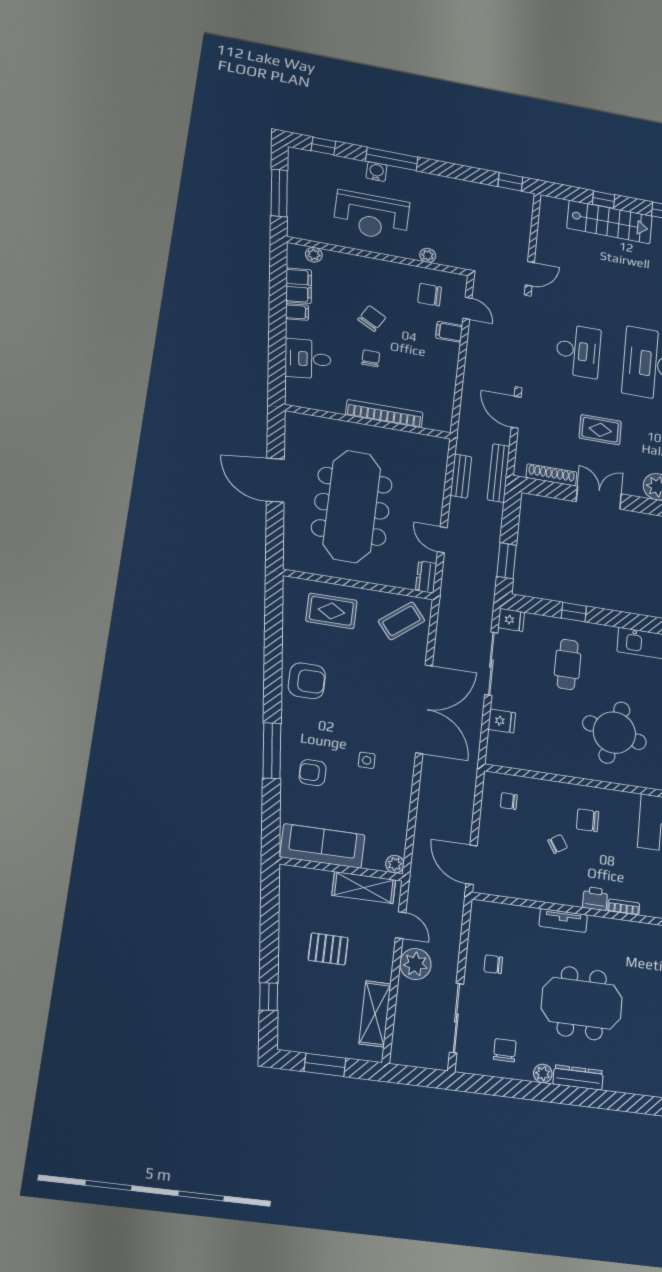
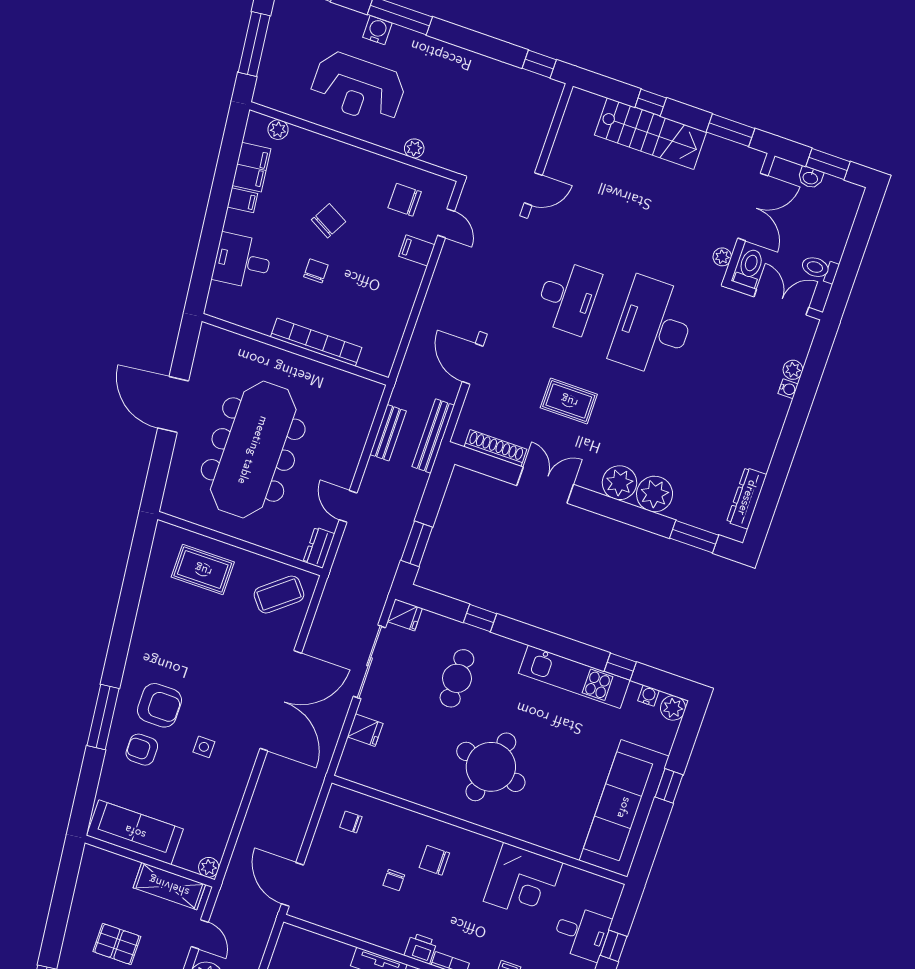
armchair: (307, 681) -> (159, 705), moved
chair: (558, 844) -> (394, 880), turned 122

